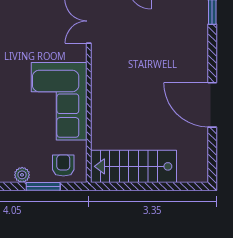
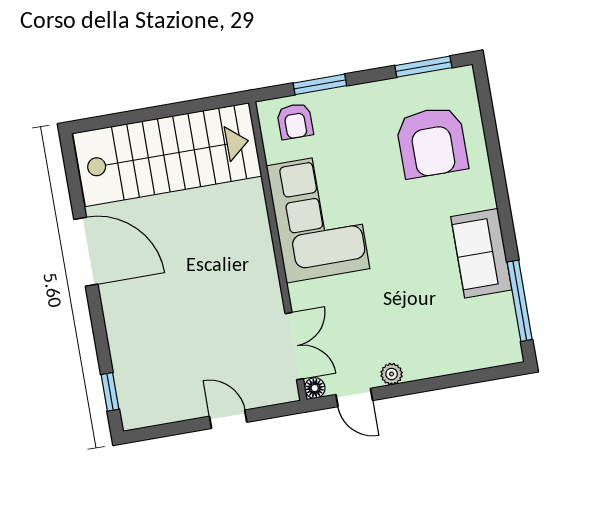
stairs: (134, 166) -> (167, 155), width x1.36, depth x1.51
plant: (22, 175) -> (355, 96), removed

